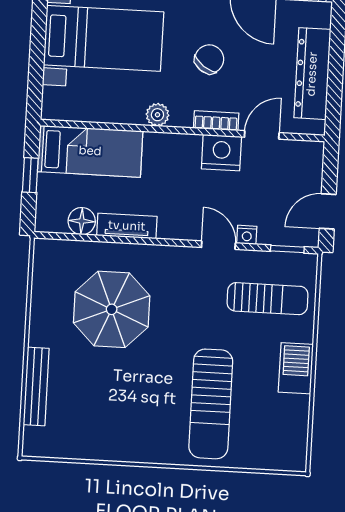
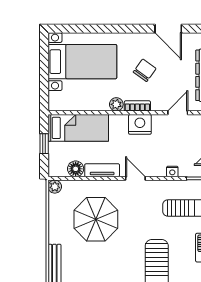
bookcase: (216, 121) -> (137, 106), moved
nightstand: (221, 153) -> (140, 124), moved
door: (218, 245) -> (135, 178), moved
plant: (44, 250) -> (55, 187), added

